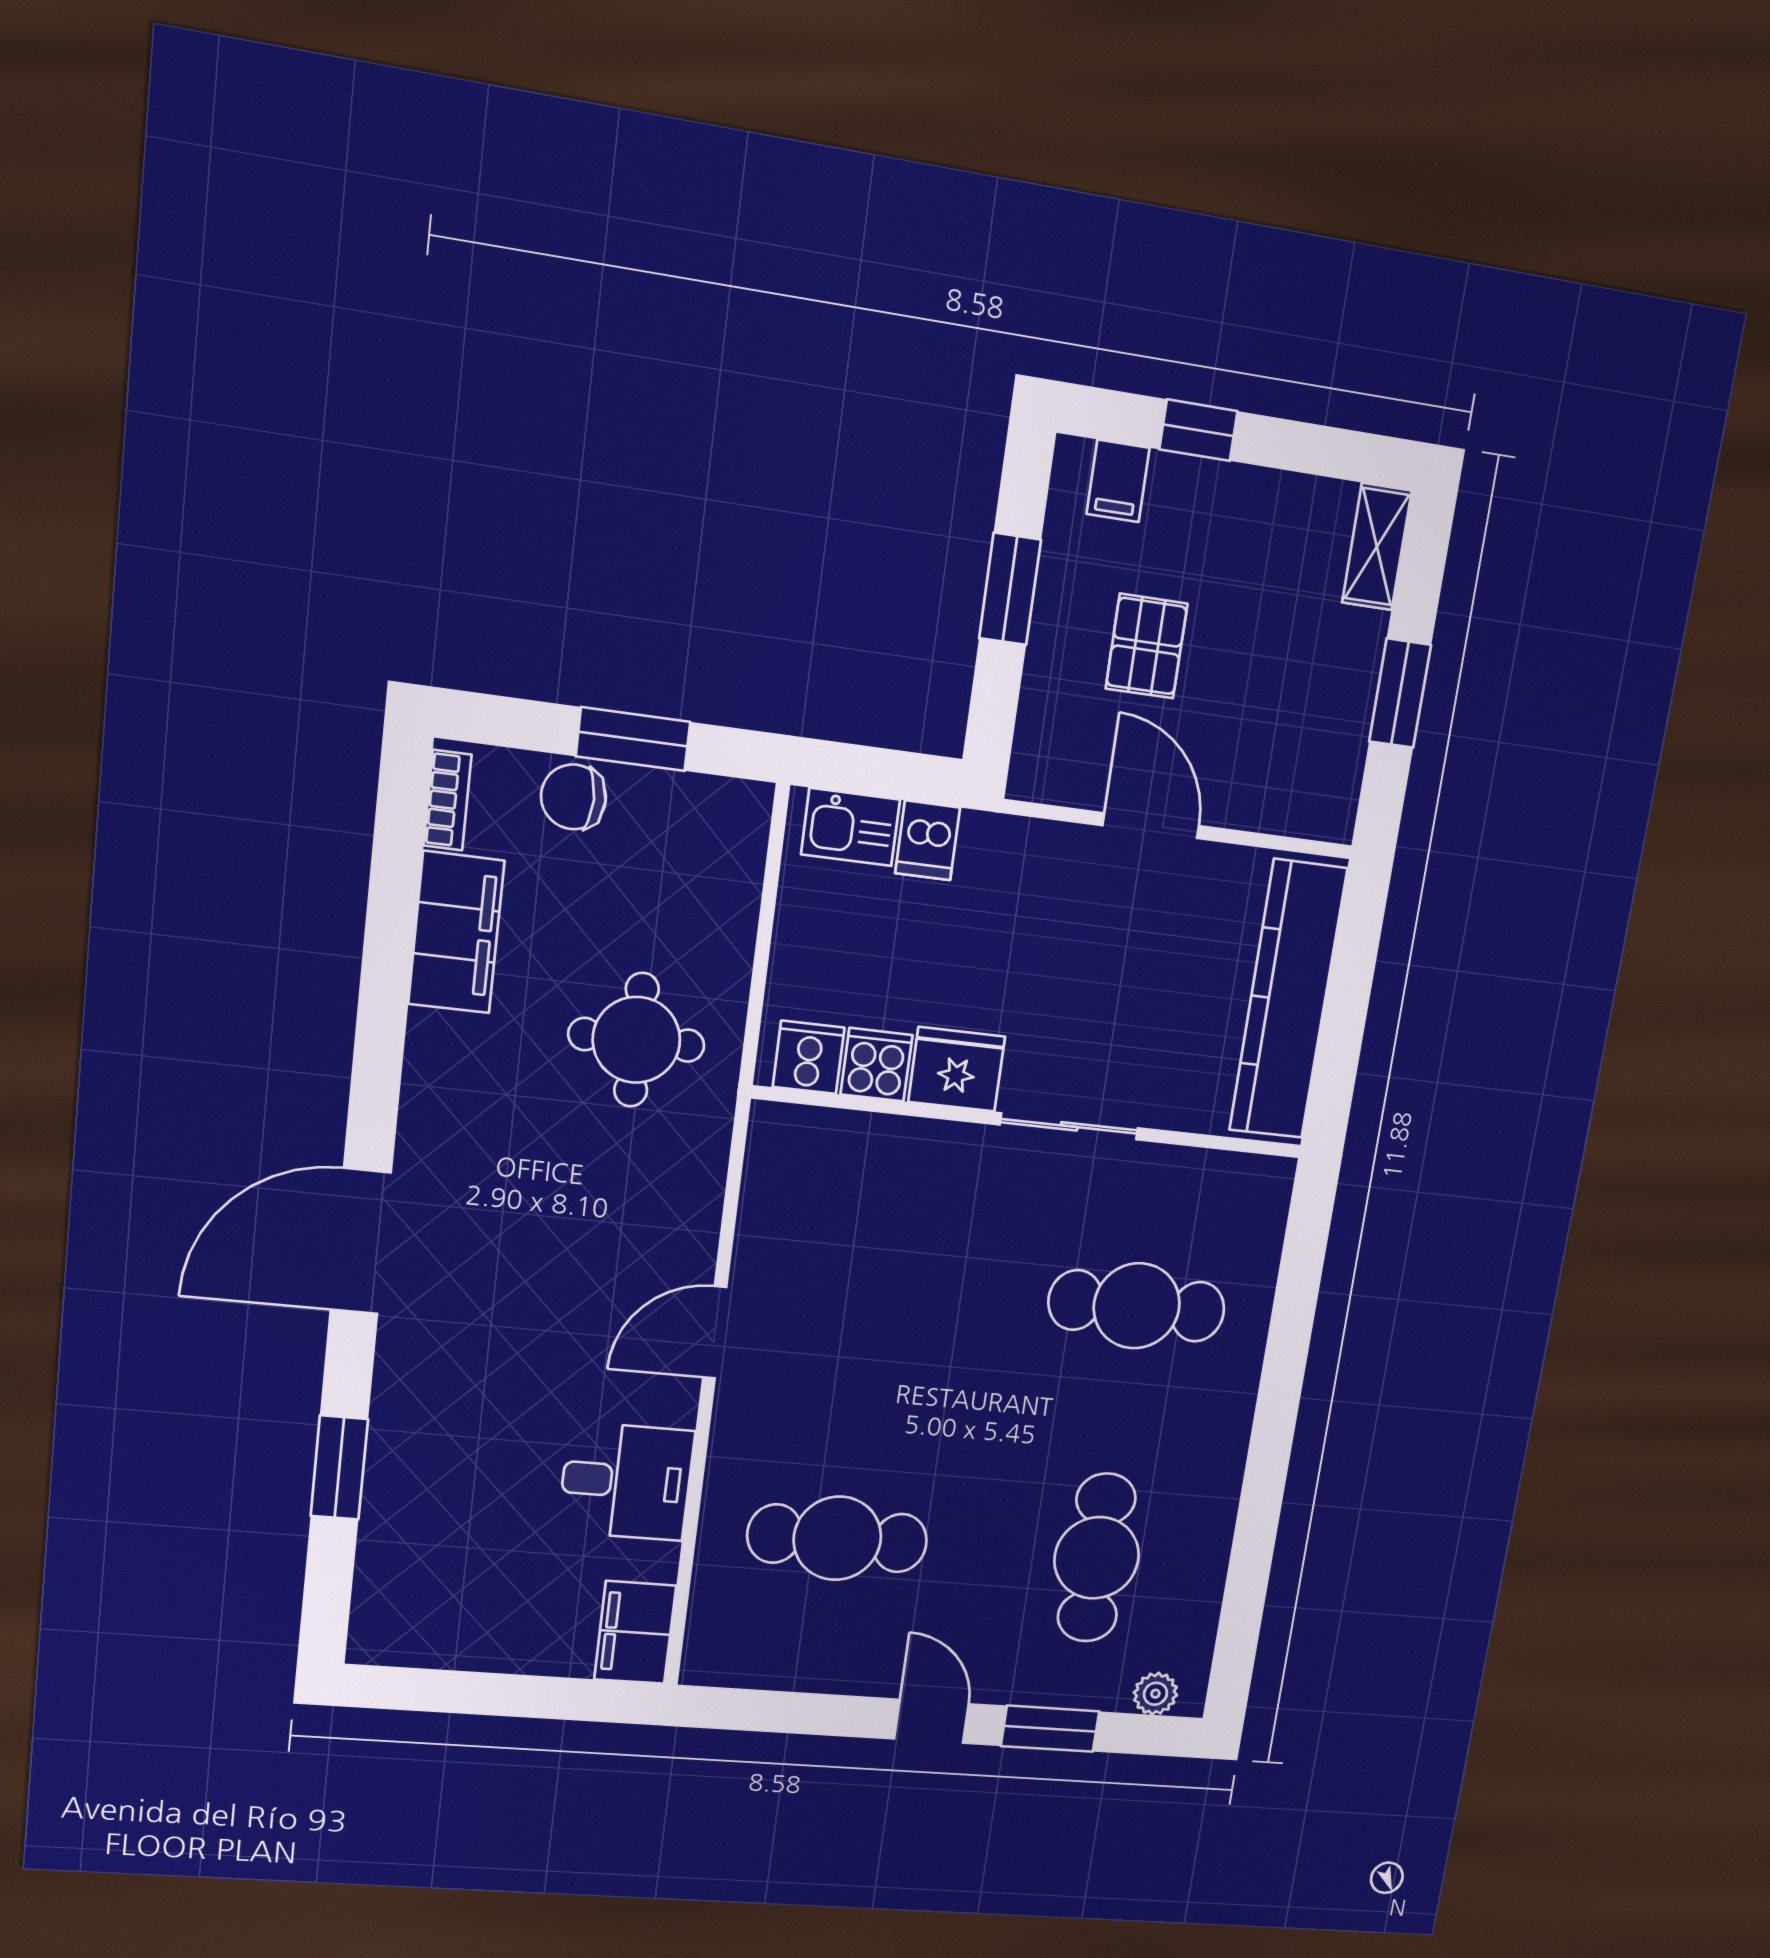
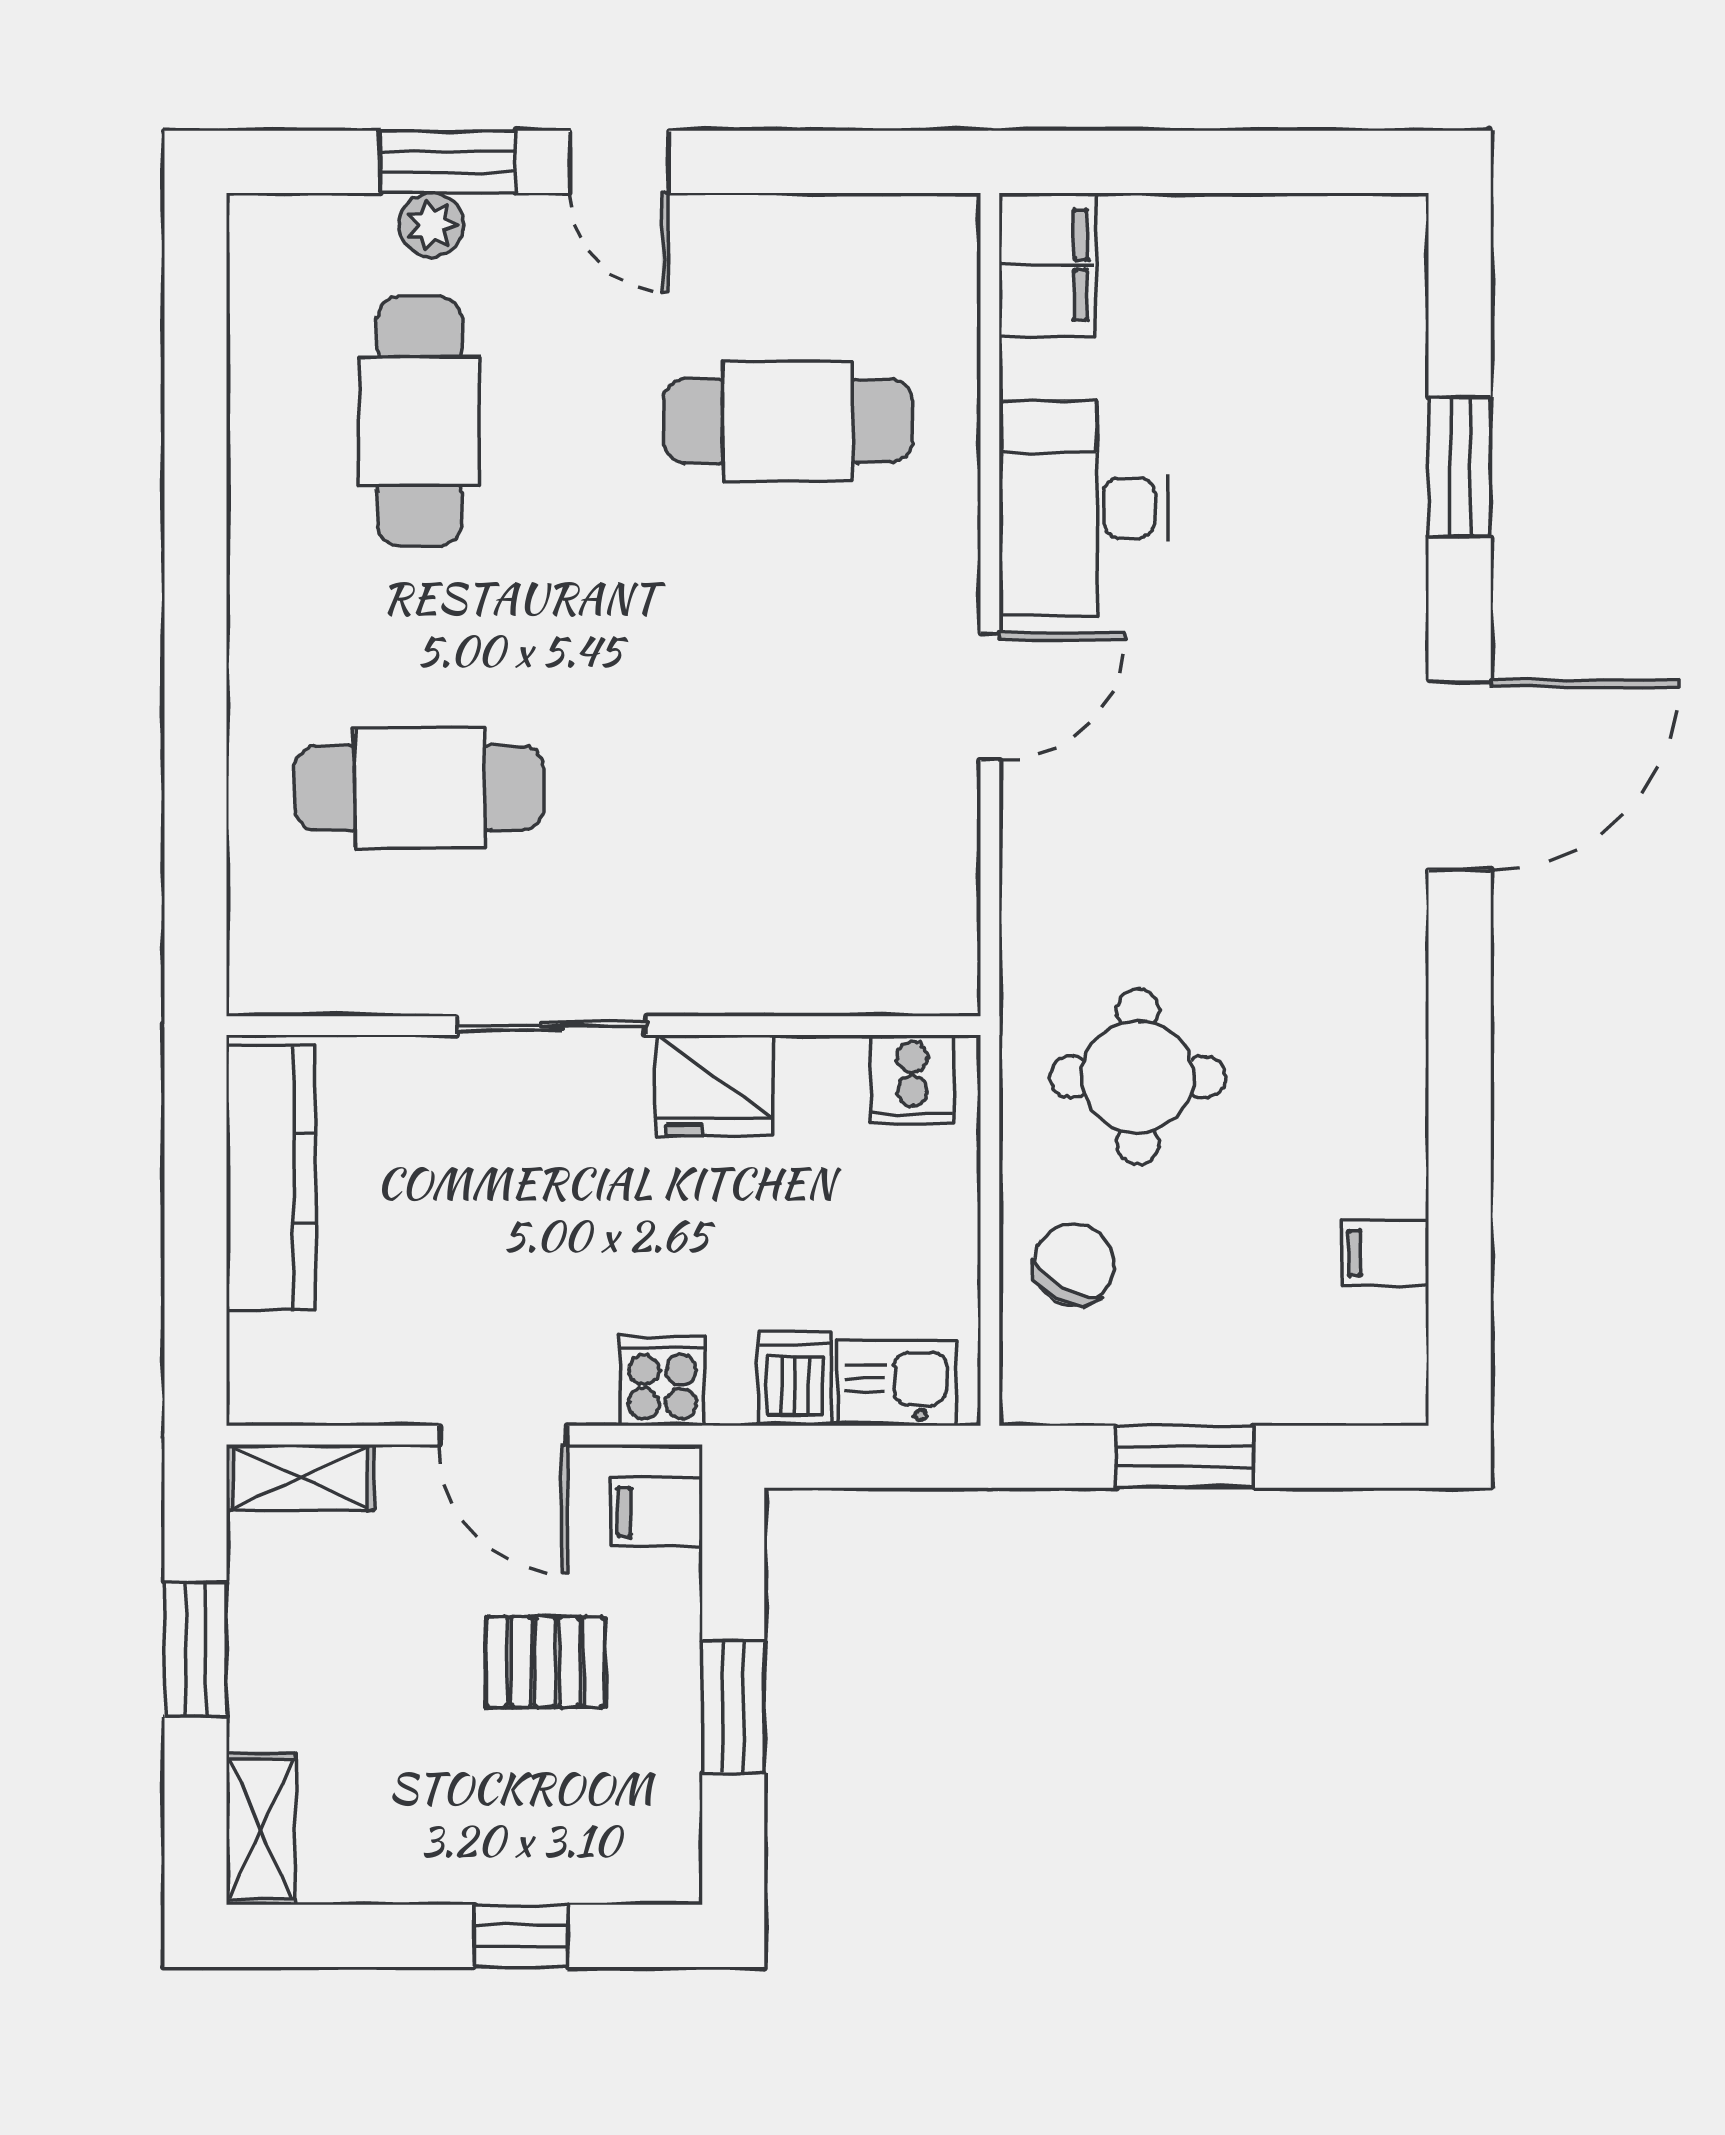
filing cabinet: (1118, 481) -> (656, 1512), moved, turned -90
pallet: (1147, 646) -> (545, 1662), turned 90
chair: (573, 797) -> (1074, 1264), moved, turned -62
bookcase: (448, 800) -> (1405, 1351), removed
shelving: (1303, 813) -> (300, 1478), added
filing cabinet: (456, 932) -> (1385, 1253), width x0.33, depth x0.86
kitchen counter: (1288, 1000) -> (271, 1178), width x0.72, depth x0.86
cooker: (877, 1065) -> (663, 1381), moved, turned 180
desk: (626, 1481) -> (1083, 508), width x1.37
plant: (1155, 1694) -> (431, 225), moved

